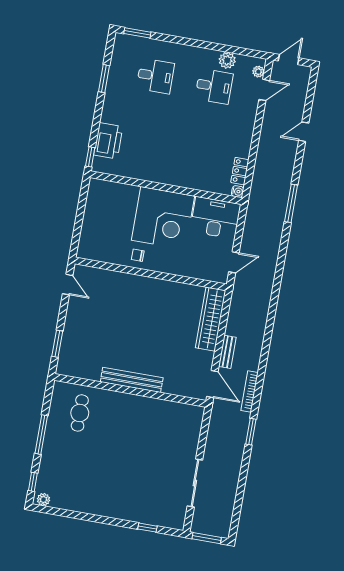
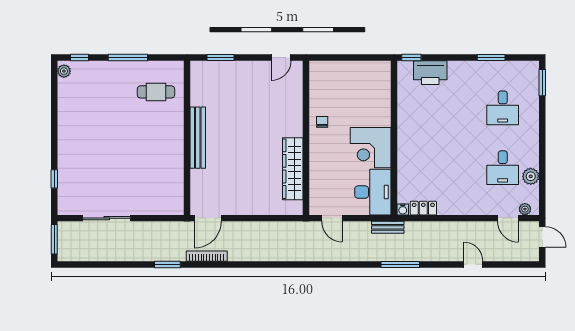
corner desk: (163, 218) -> (371, 148), width x0.74, depth x0.74
wardrobe: (211, 319) -> (293, 169), moved, turned -90
bench: (227, 352) -> (388, 227), moved

